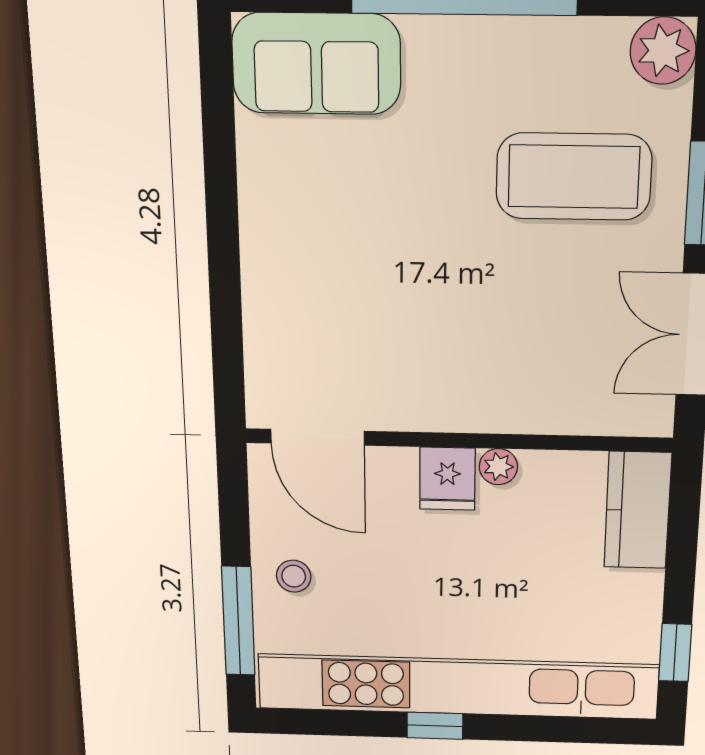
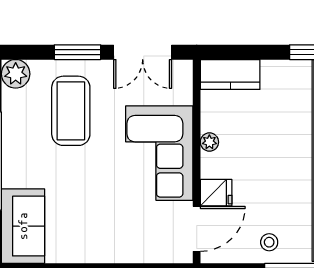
corner sofa: (477, 365) -> (159, 153), added
fridge: (447, 479) -> (216, 193), moved

